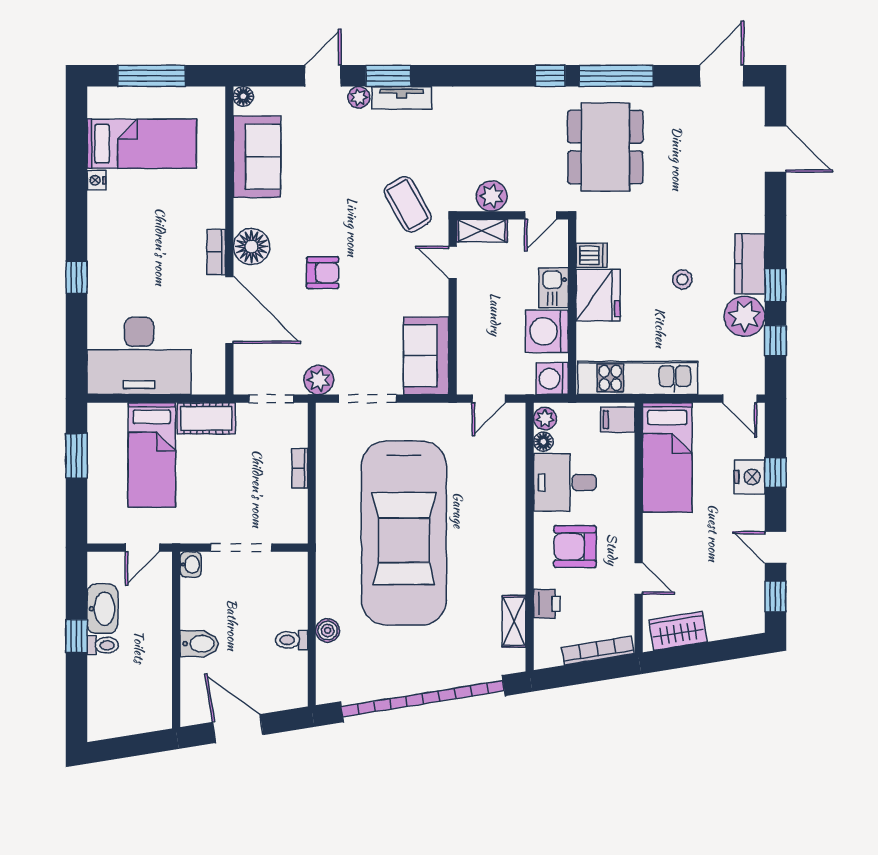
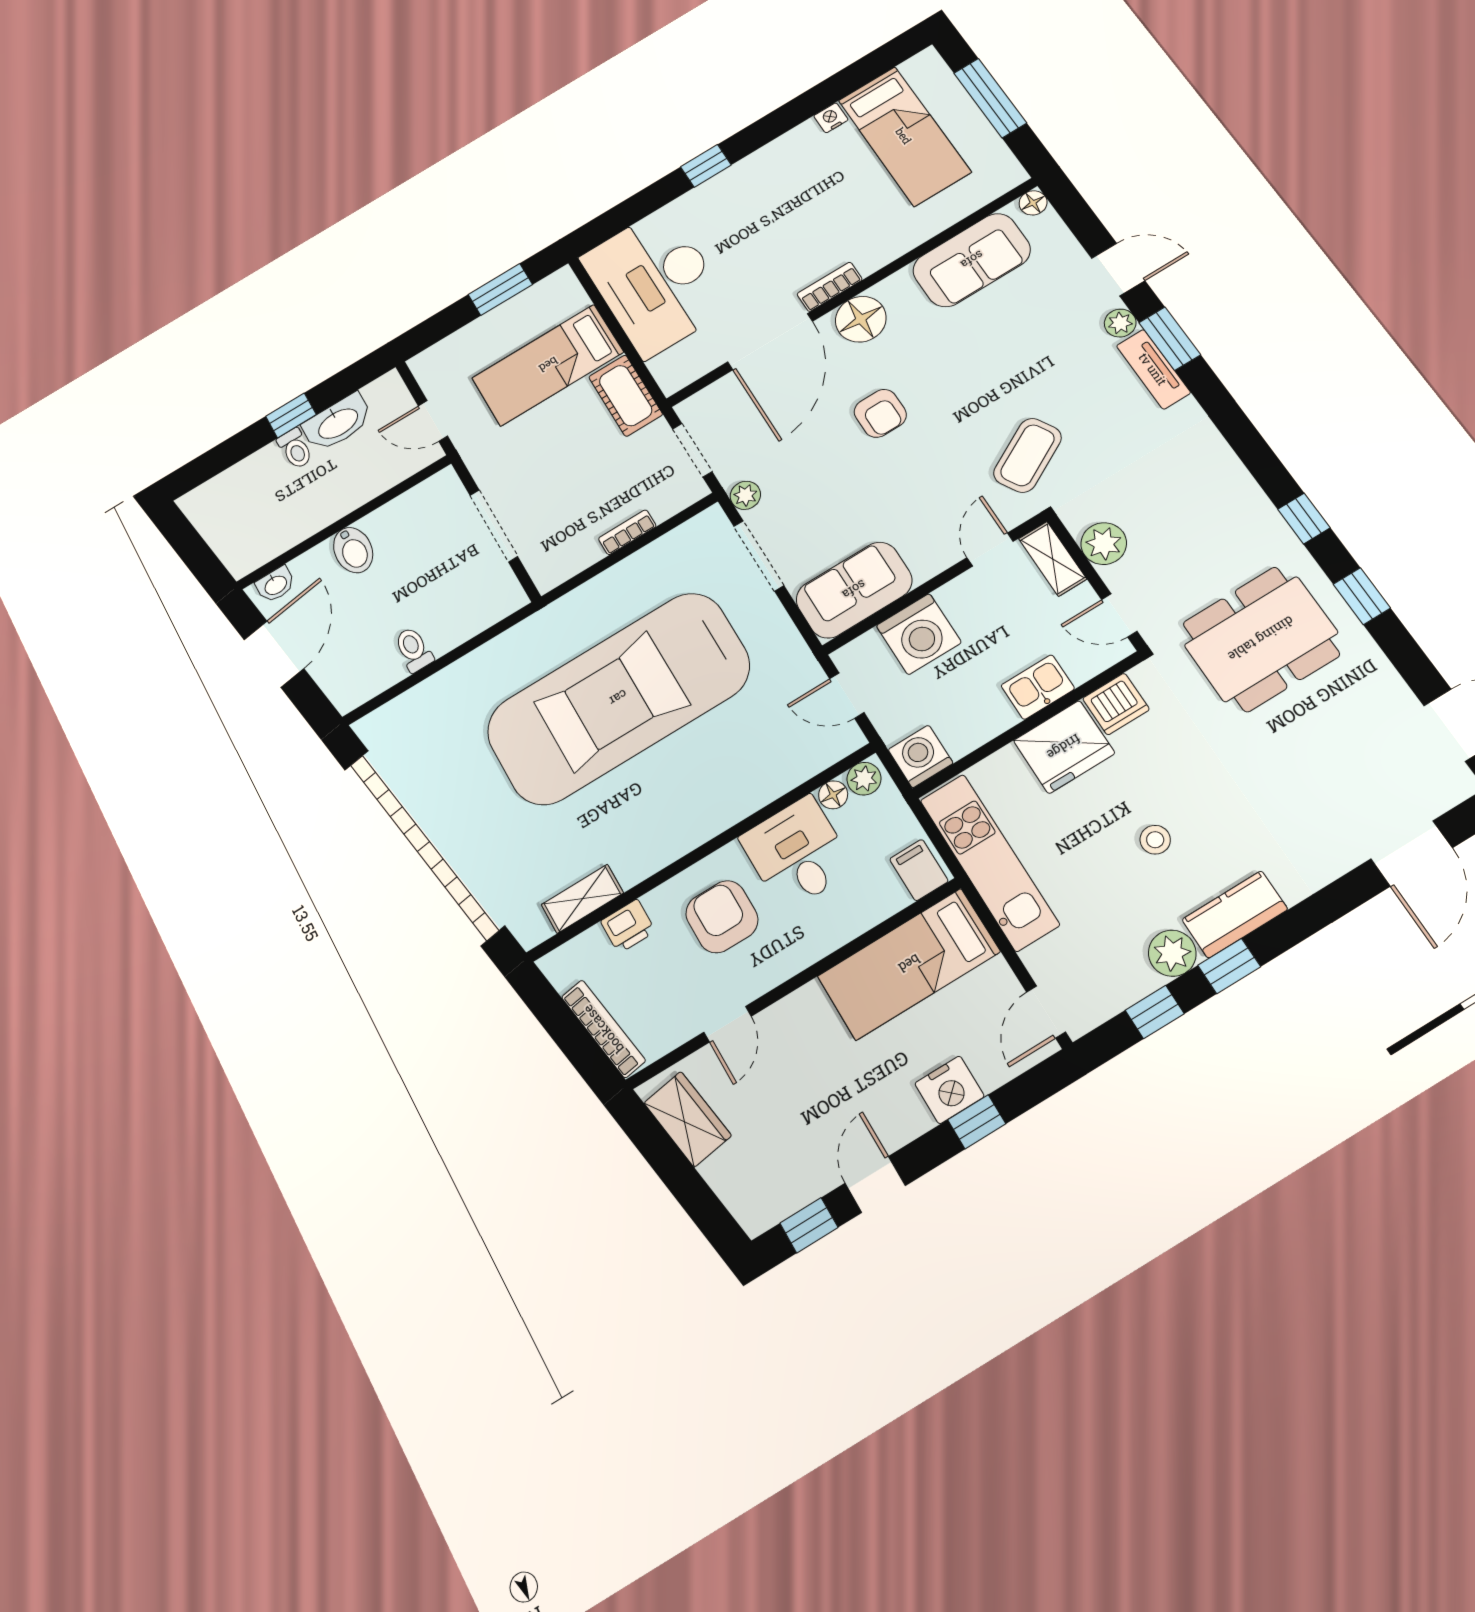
window: (616, 76) -> (1362, 596), width x0.46
dishwasher: (592, 255) -> (1116, 704), width x1.38
plant: (745, 316) -> (1172, 953), width x0.73, depth x0.73
washing machine: (547, 331) -> (919, 634), moved, turned 180
plant: (319, 380) -> (745, 495), width x0.73, depth x0.73
washbasin: (191, 564) -> (275, 585), moved
boiler: (328, 630) -> (448, 683), removed

